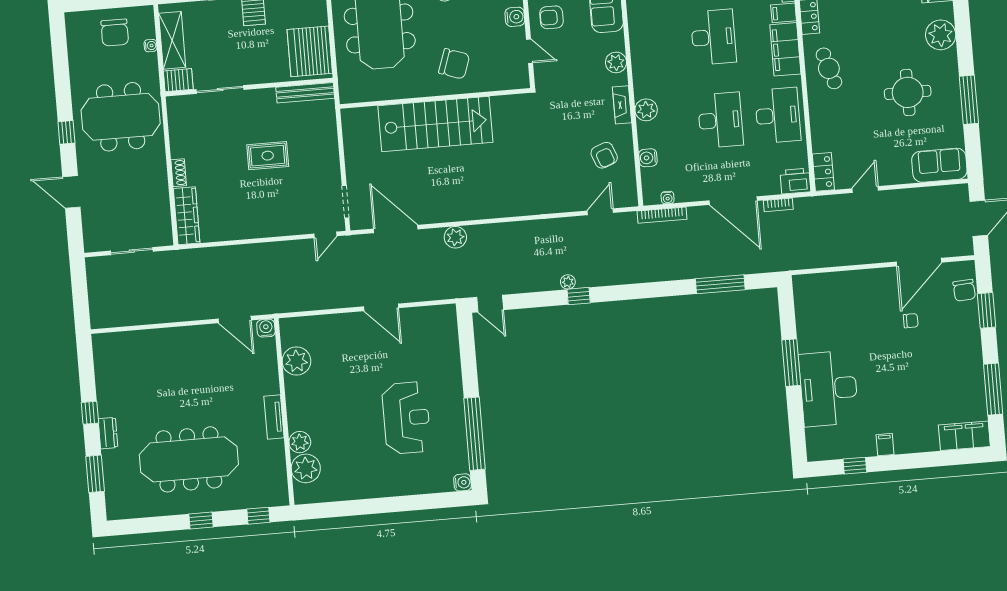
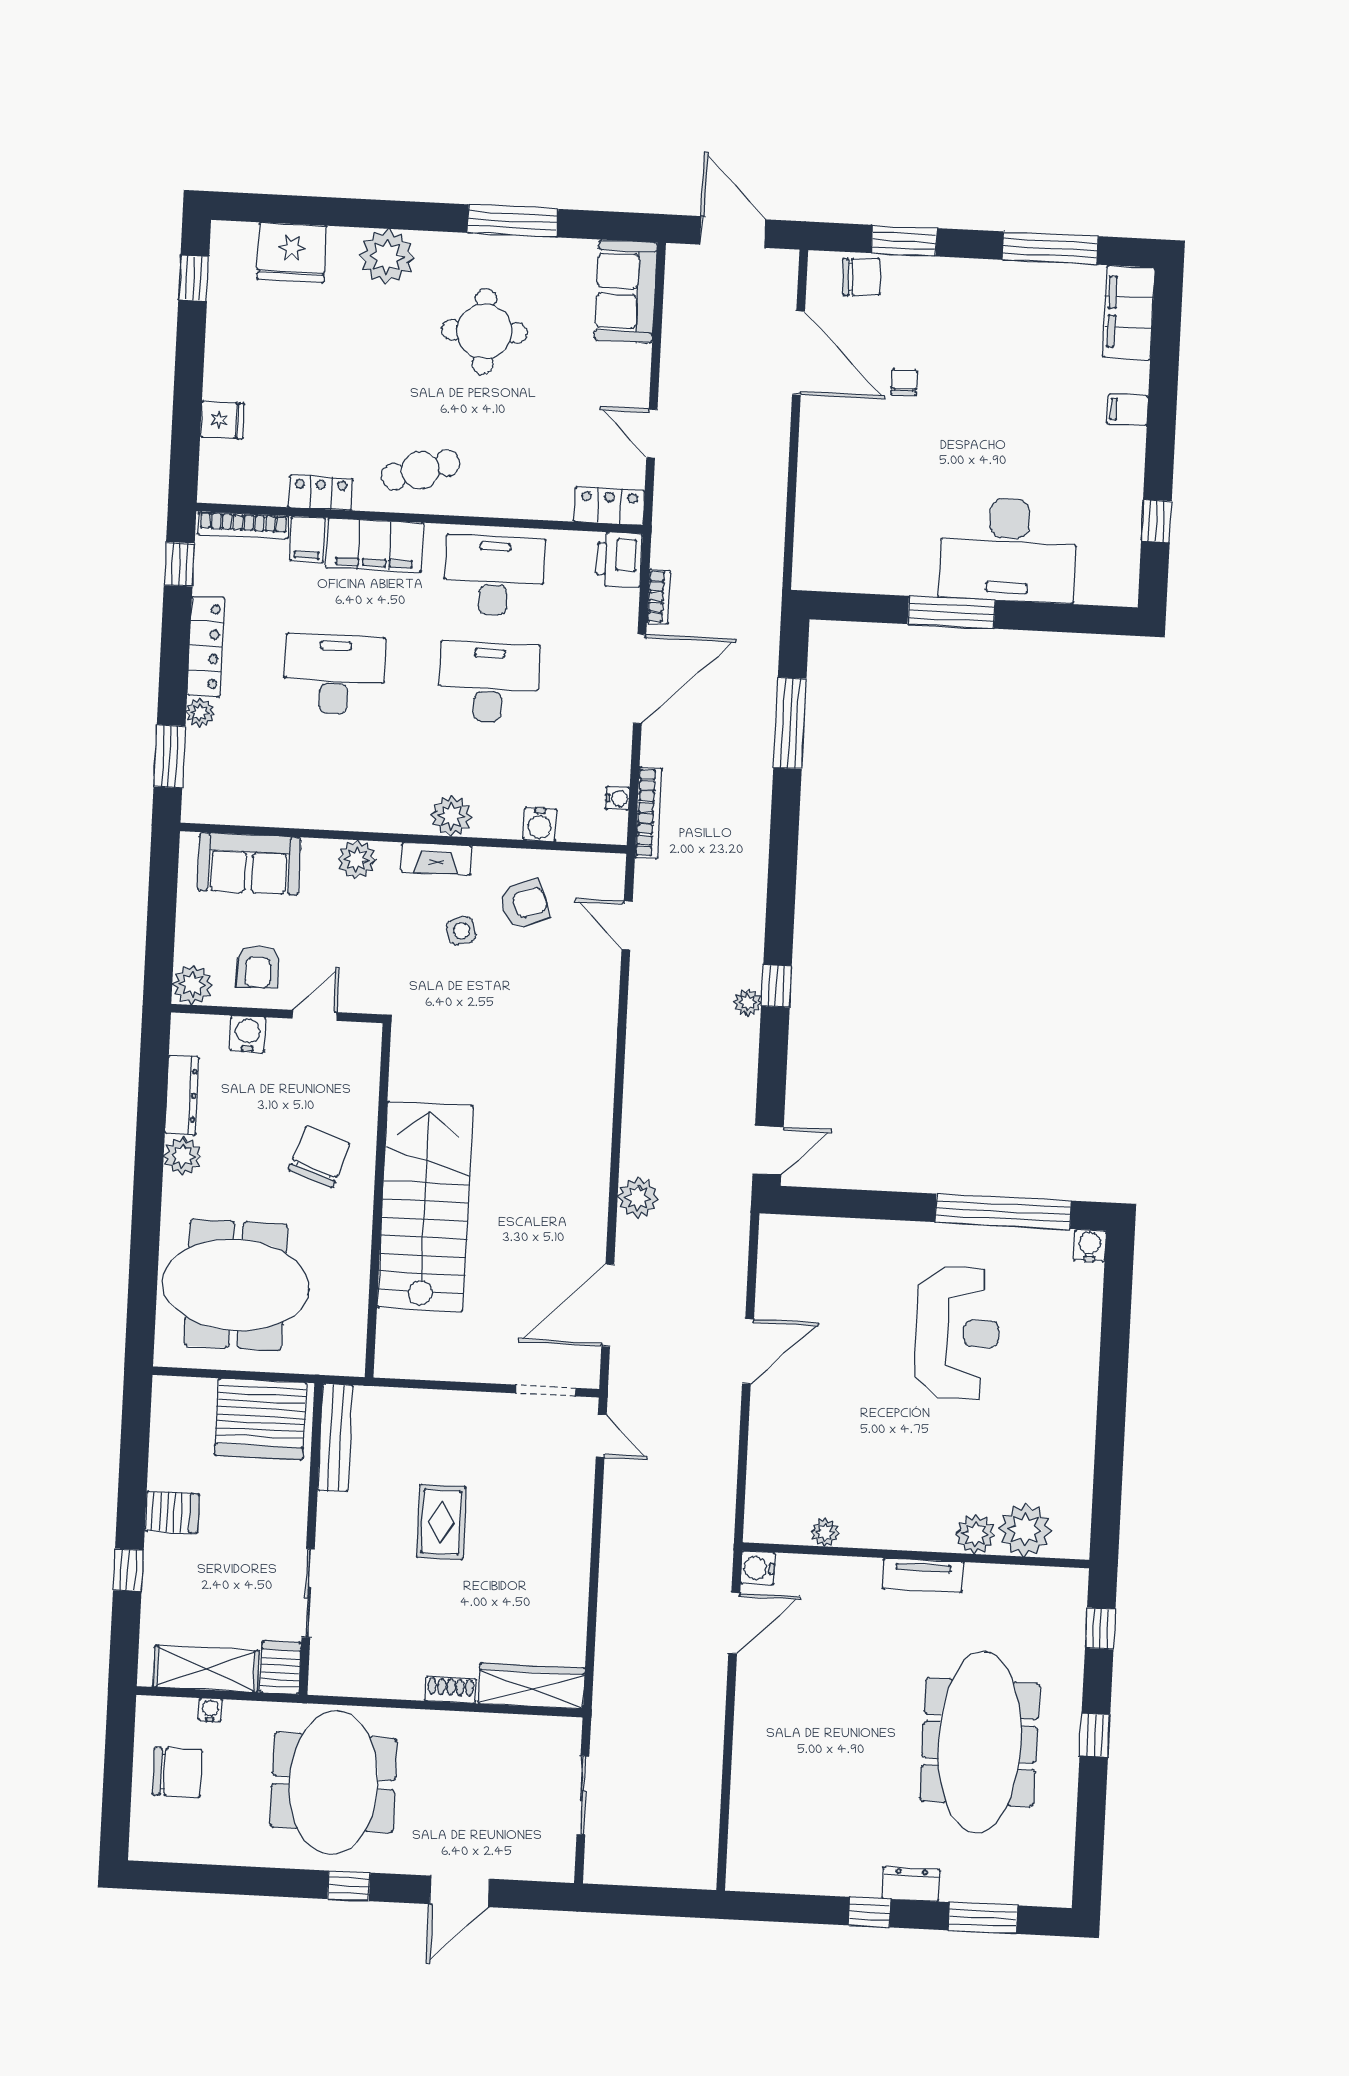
side table: (585, 124) -> (462, 931), added
plant: (296, 361) -> (825, 1532), width x0.53, depth x0.53
reception desk: (406, 418) -> (957, 1333), turned 90
filing cabinet: (885, 445) -> (1128, 410), moved

